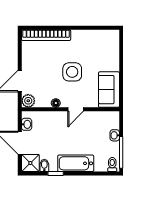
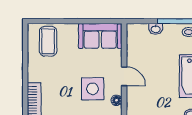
coffee table: (105, 47) -> (48, 41), added
side table: (72, 72) -> (93, 89), moved

